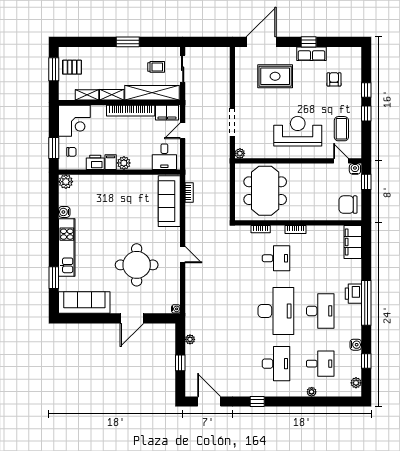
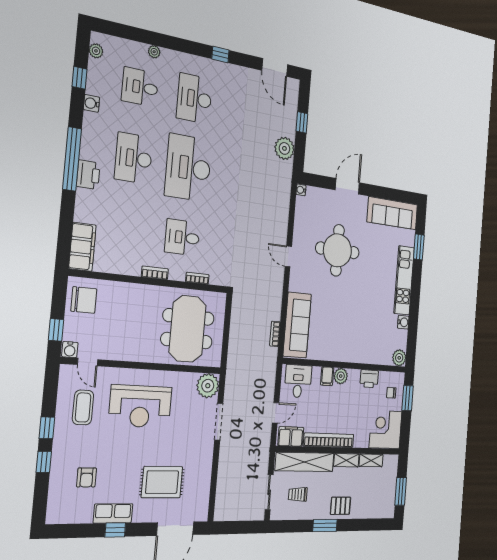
pallet: (72, 67) -> (341, 506), moved
plant: (240, 153) -> (208, 386), width x1.87, depth x1.87
filing cabinet: (111, 162) -> (327, 376), moved
plant: (190, 339) -> (284, 148), width x1.87, depth x1.87

